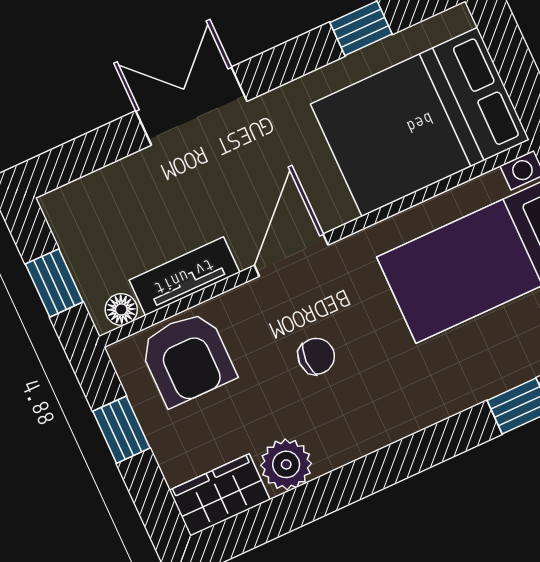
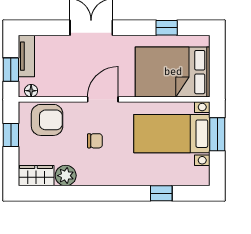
tv unit: (184, 276) -> (26, 56), moved, turned 90
armchair: (187, 359) -> (47, 120), turned -90

